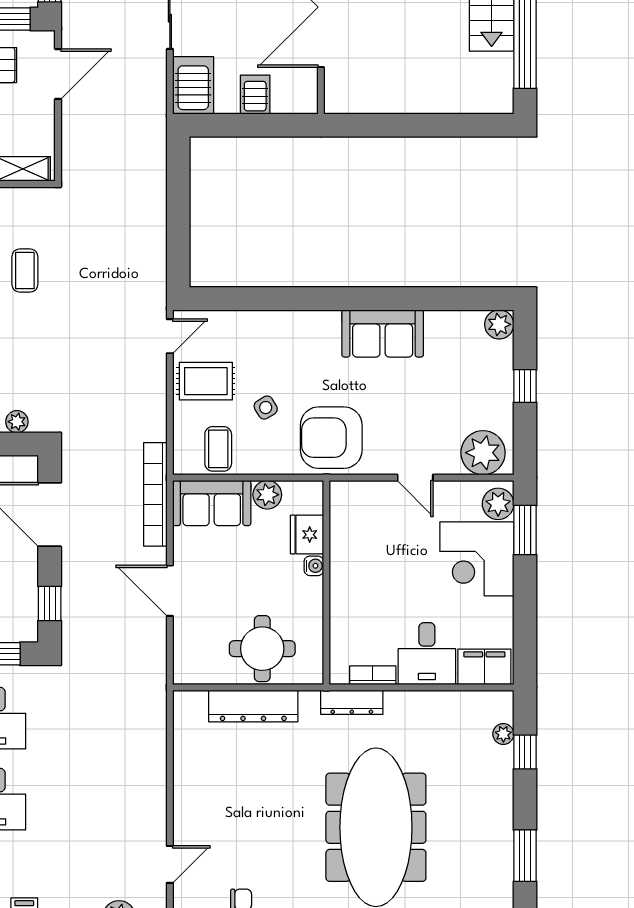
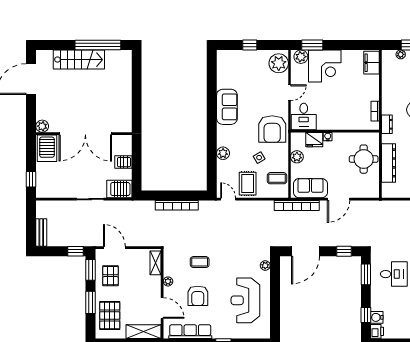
bookcase: (156, 218) -> (177, 205), added
plant: (499, 324) -> (223, 153), moved
sofa: (212, 503) -> (310, 188), moved, turned -90
desk: (427, 654) -> (304, 117), moved, turned 90
dresser: (352, 702) -> (387, 124), width x0.70

